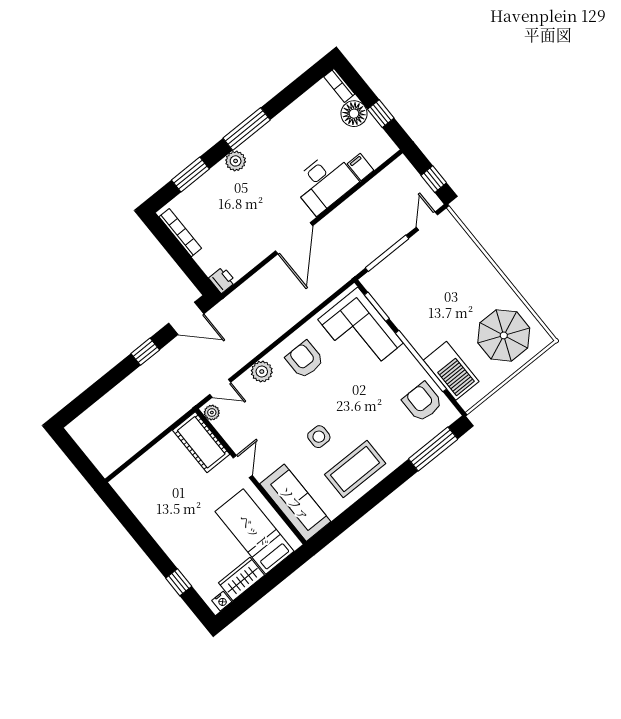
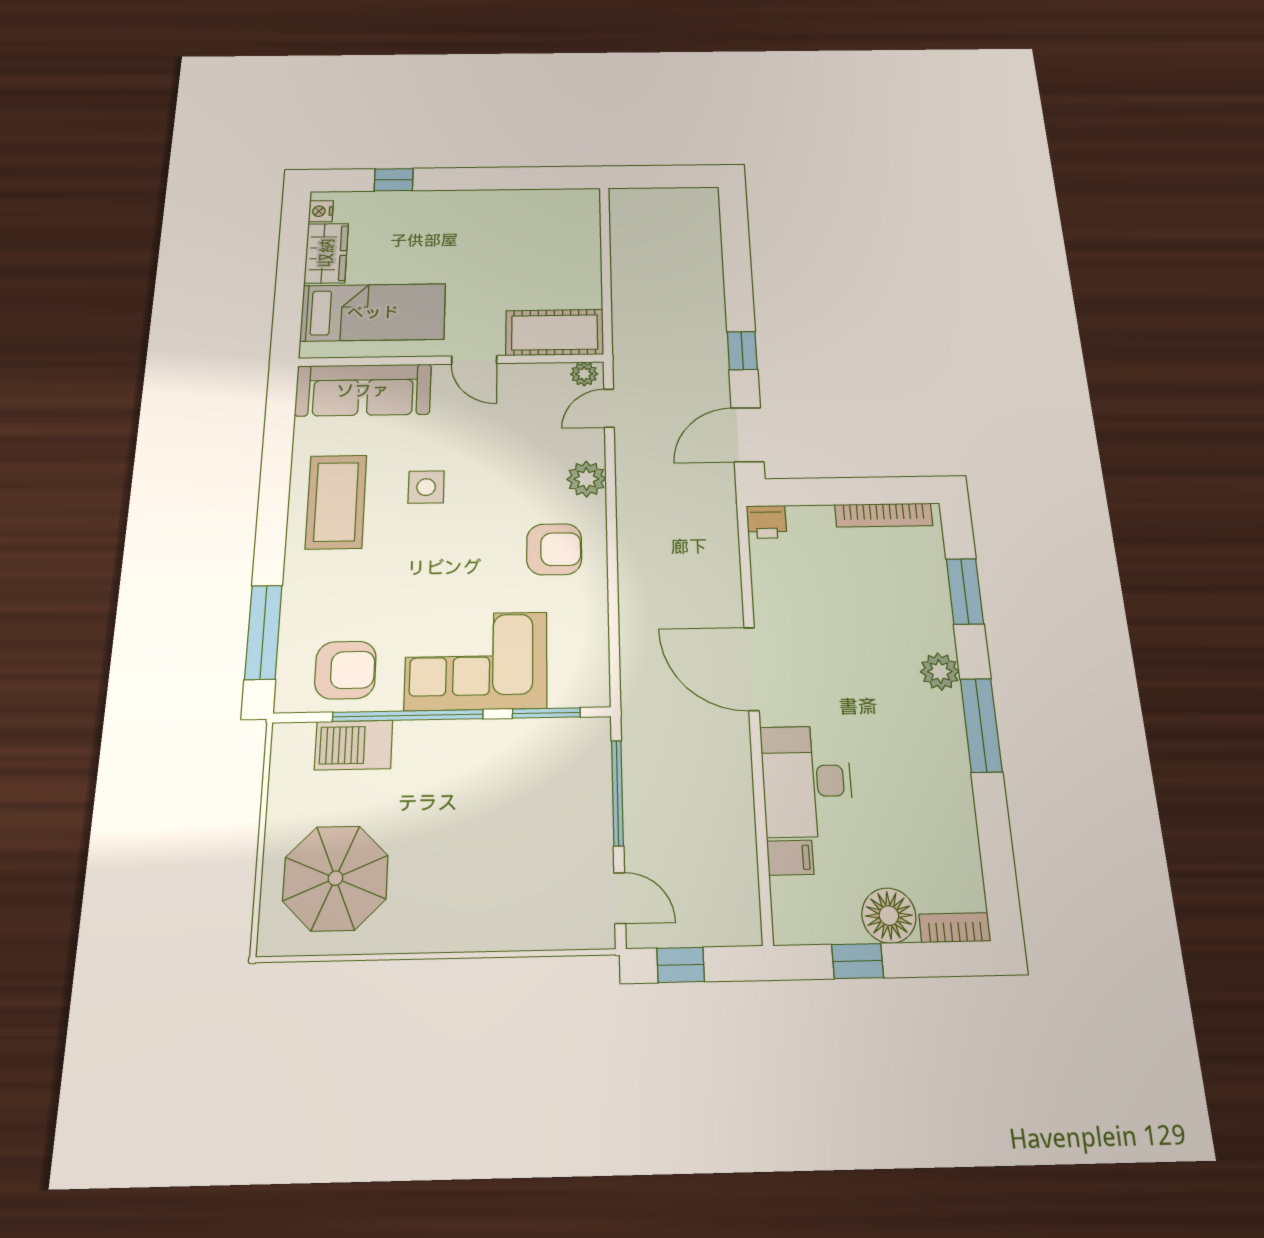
corner sofa: (360, 331) -> (476, 661), moved
barbecue: (451, 371) -> (354, 745), width x0.73, depth x0.83

